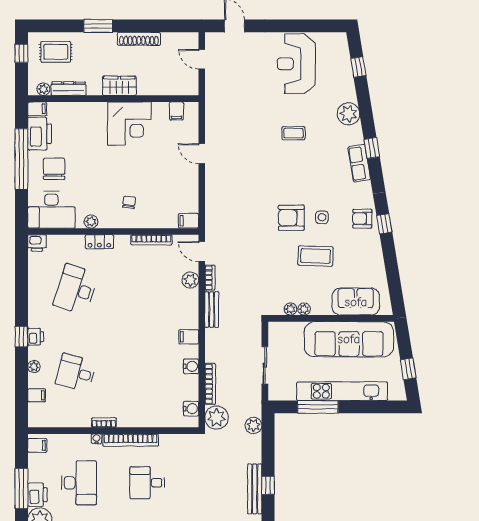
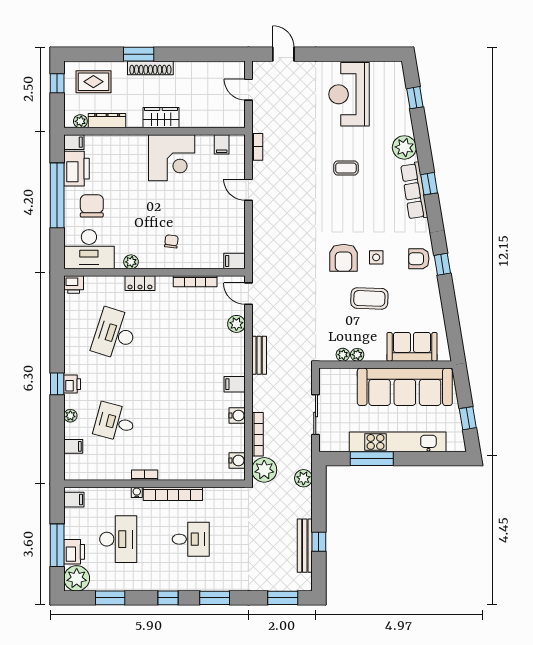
shoe rack: (139, 39) -> (150, 68), moved
row of seats: (359, 163) -> (414, 191), width x1.48
armchair: (291, 218) -> (344, 258), turned -90
bookcase: (210, 278) -> (257, 147), moved
desk: (147, 483) -> (191, 539), turned 180

